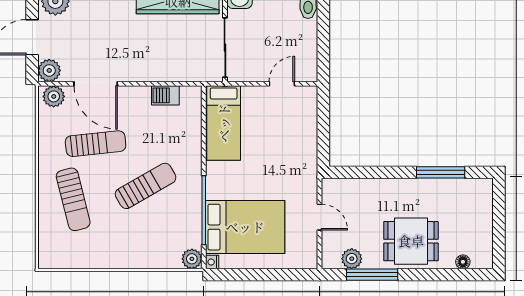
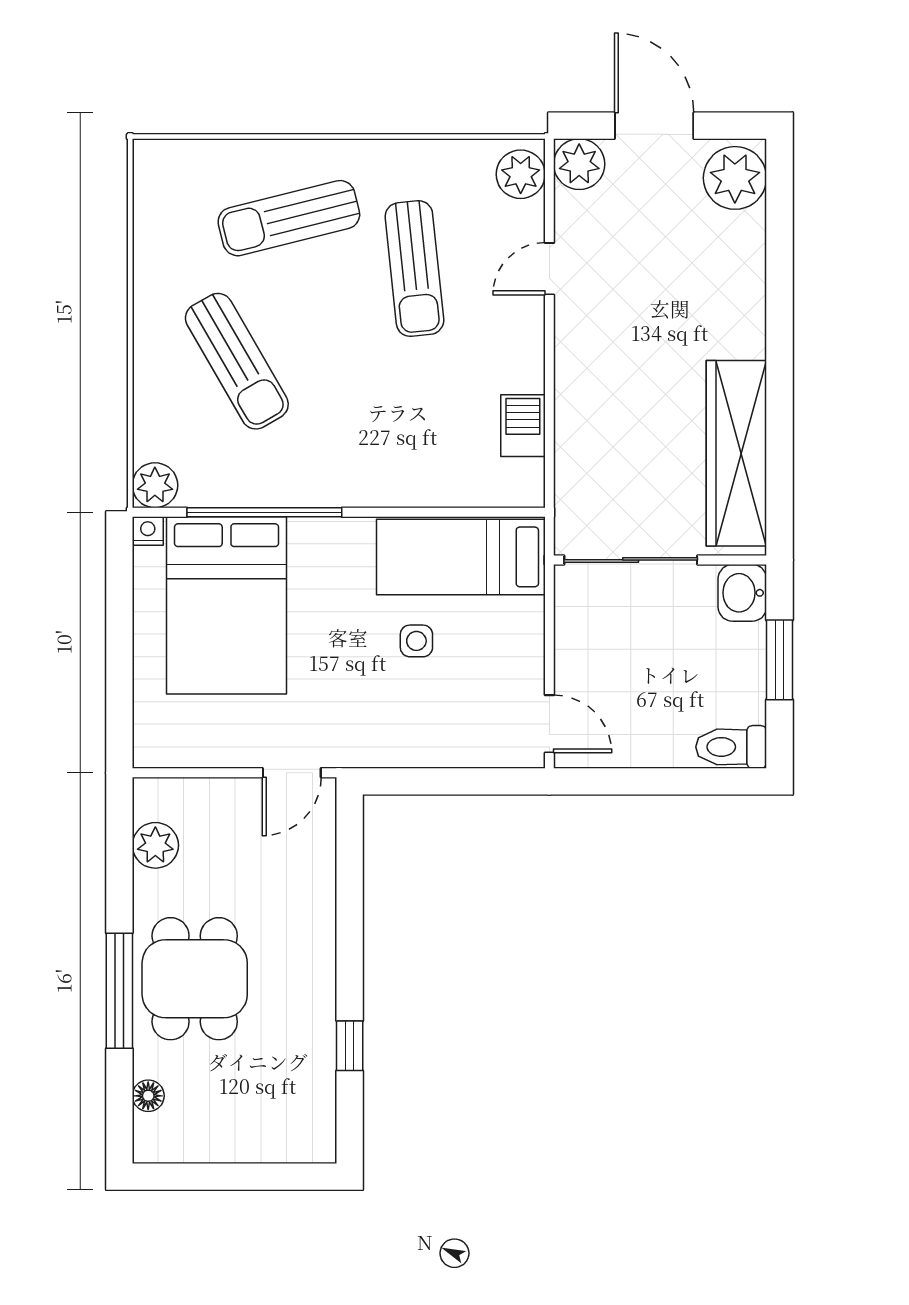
door: (96, 84) -> (549, 269), width x0.53
door: (282, 84) -> (549, 724), moved
side table: (261, 143) -> (416, 641), added
window: (441, 172) -> (350, 1046), width x0.46
sun lounger: (146, 186) -> (237, 361), moved
door: (319, 217) -> (292, 773), moved
window: (372, 275) -> (119, 991), moved

